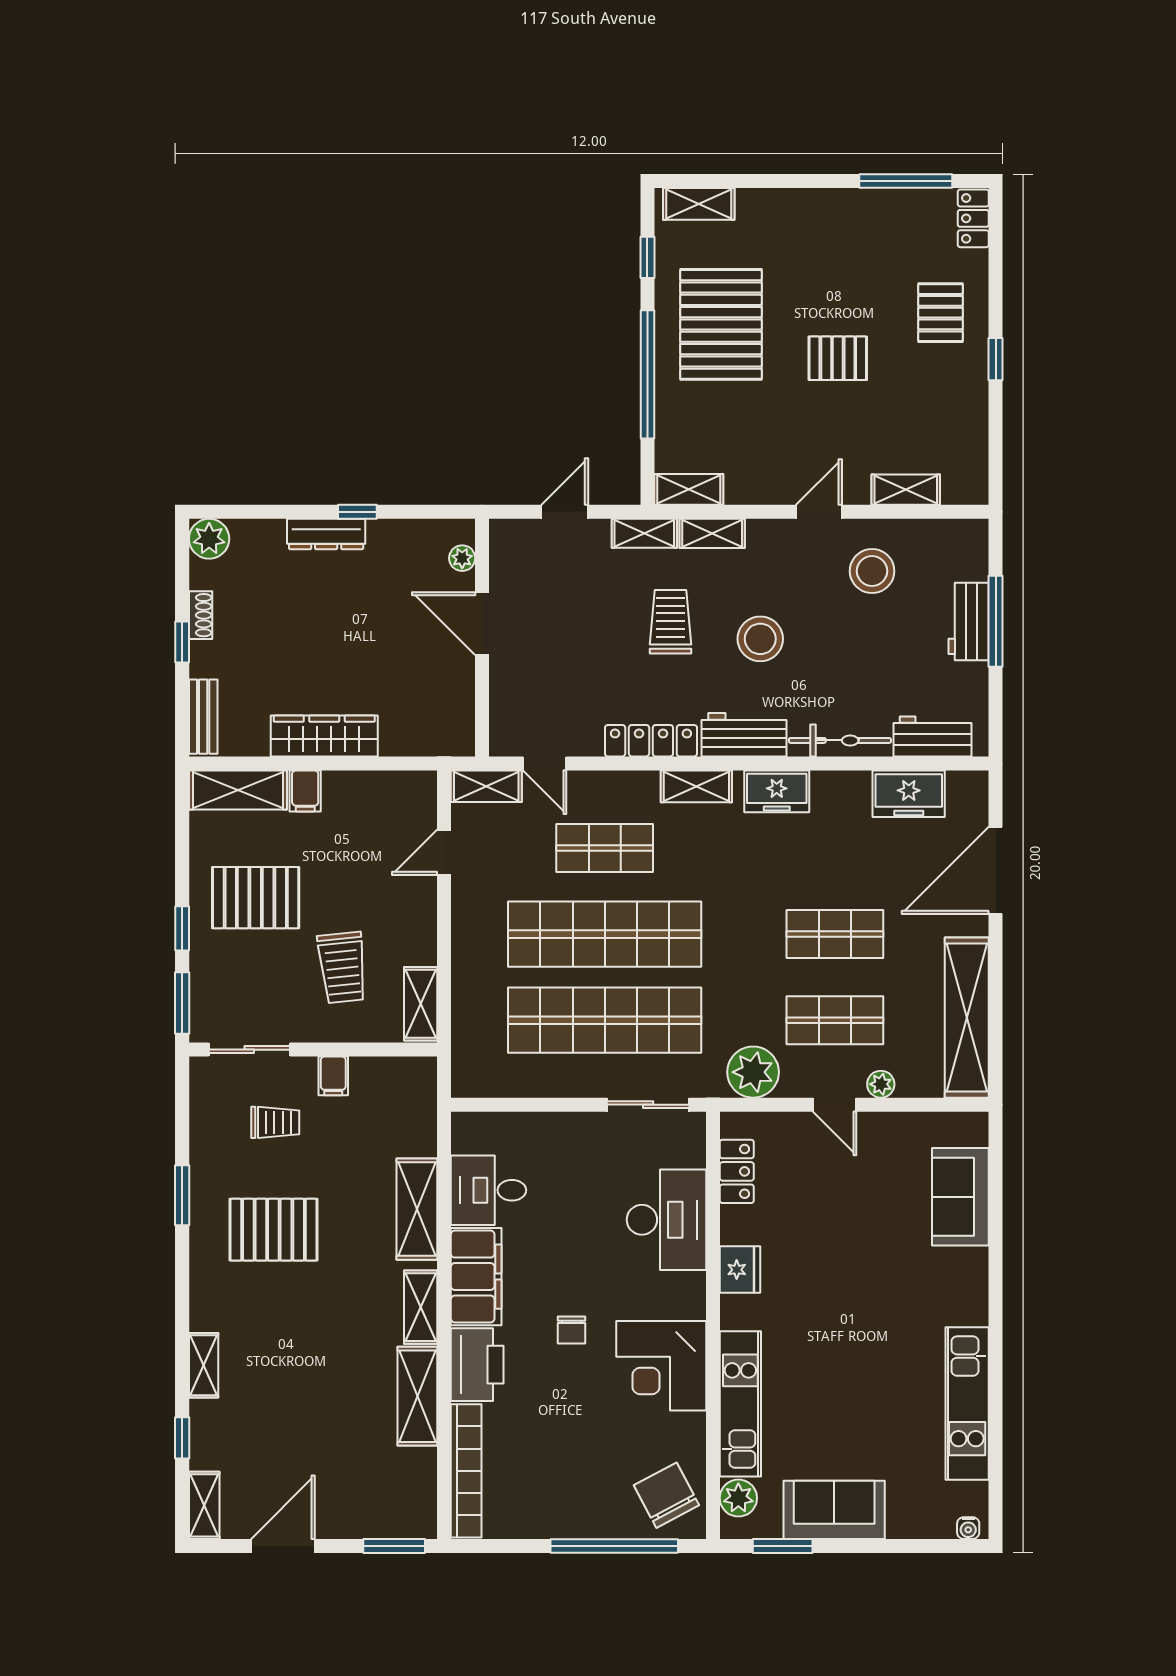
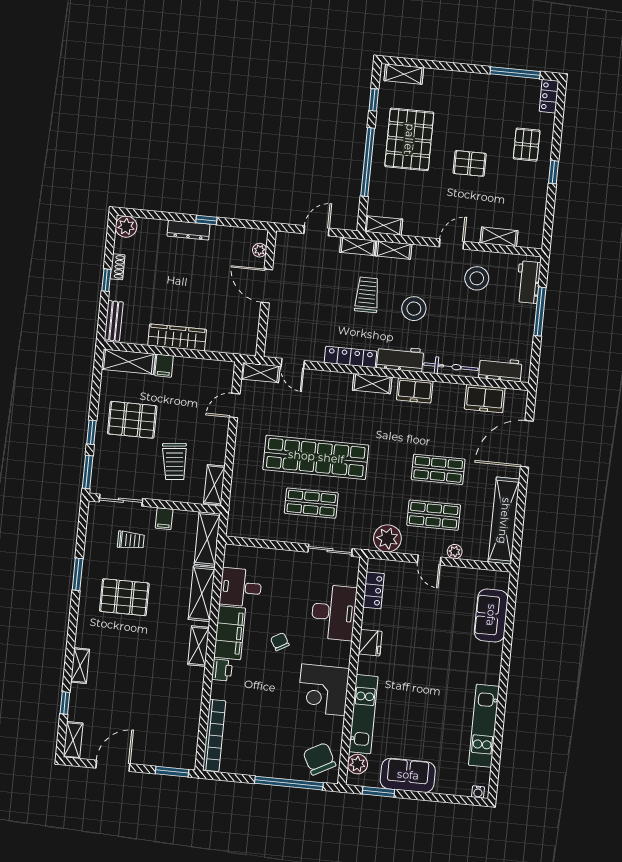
workbench: (969, 622) -> (528, 282), moved
shop shelf: (605, 848) -> (320, 412), removed
shop shelf: (605, 1020) -> (311, 503), width x0.50, depth x0.74
chair: (572, 1330) -> (280, 642), moved, turned 150
printer: (477, 1365) -> (222, 670), width x0.53, depth x0.68
shelving: (417, 1396) -> (207, 539), moved

